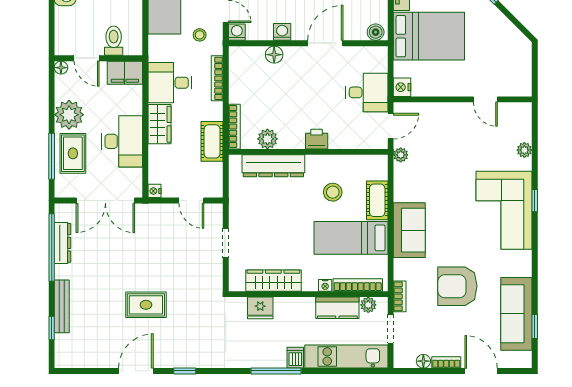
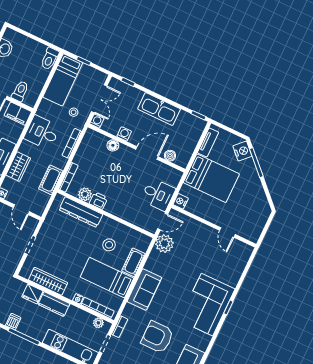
boiler: (376, 32) -> (170, 156), moved
wardrobe: (159, 124) -> (18, 167), moved
printer: (317, 139) -> (98, 201), moved
plant: (524, 150) -> (236, 274), removed
plant: (401, 155) -> (164, 244), width x1.87, depth x1.87
kitchen counter: (337, 308) -> (54, 304), moved
dishwasher: (295, 358) -> (13, 322), moved

